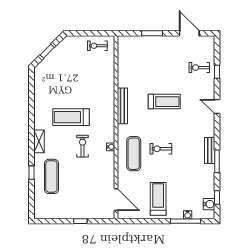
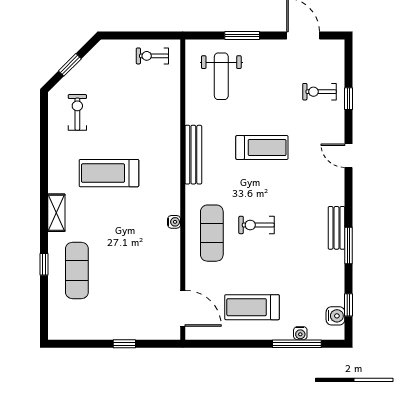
weight bench: (139, 58) -> (221, 76), added
exercise bike: (83, 146) -> (77, 112), moved
treadmill: (158, 199) -> (252, 307), turned -90

